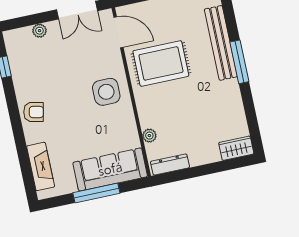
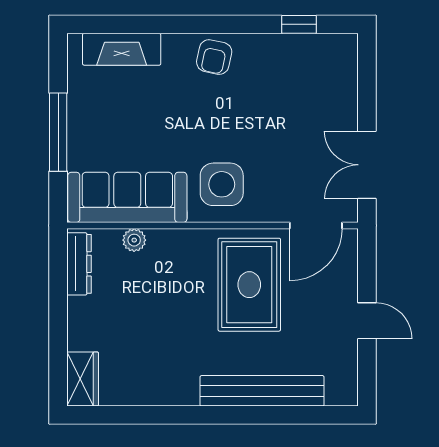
plant: (39, 31) -> (346, 96), removed
window: (239, 62) -> (224, 415), removed
sofa: (110, 169) -> (127, 197), moved, turned -90

